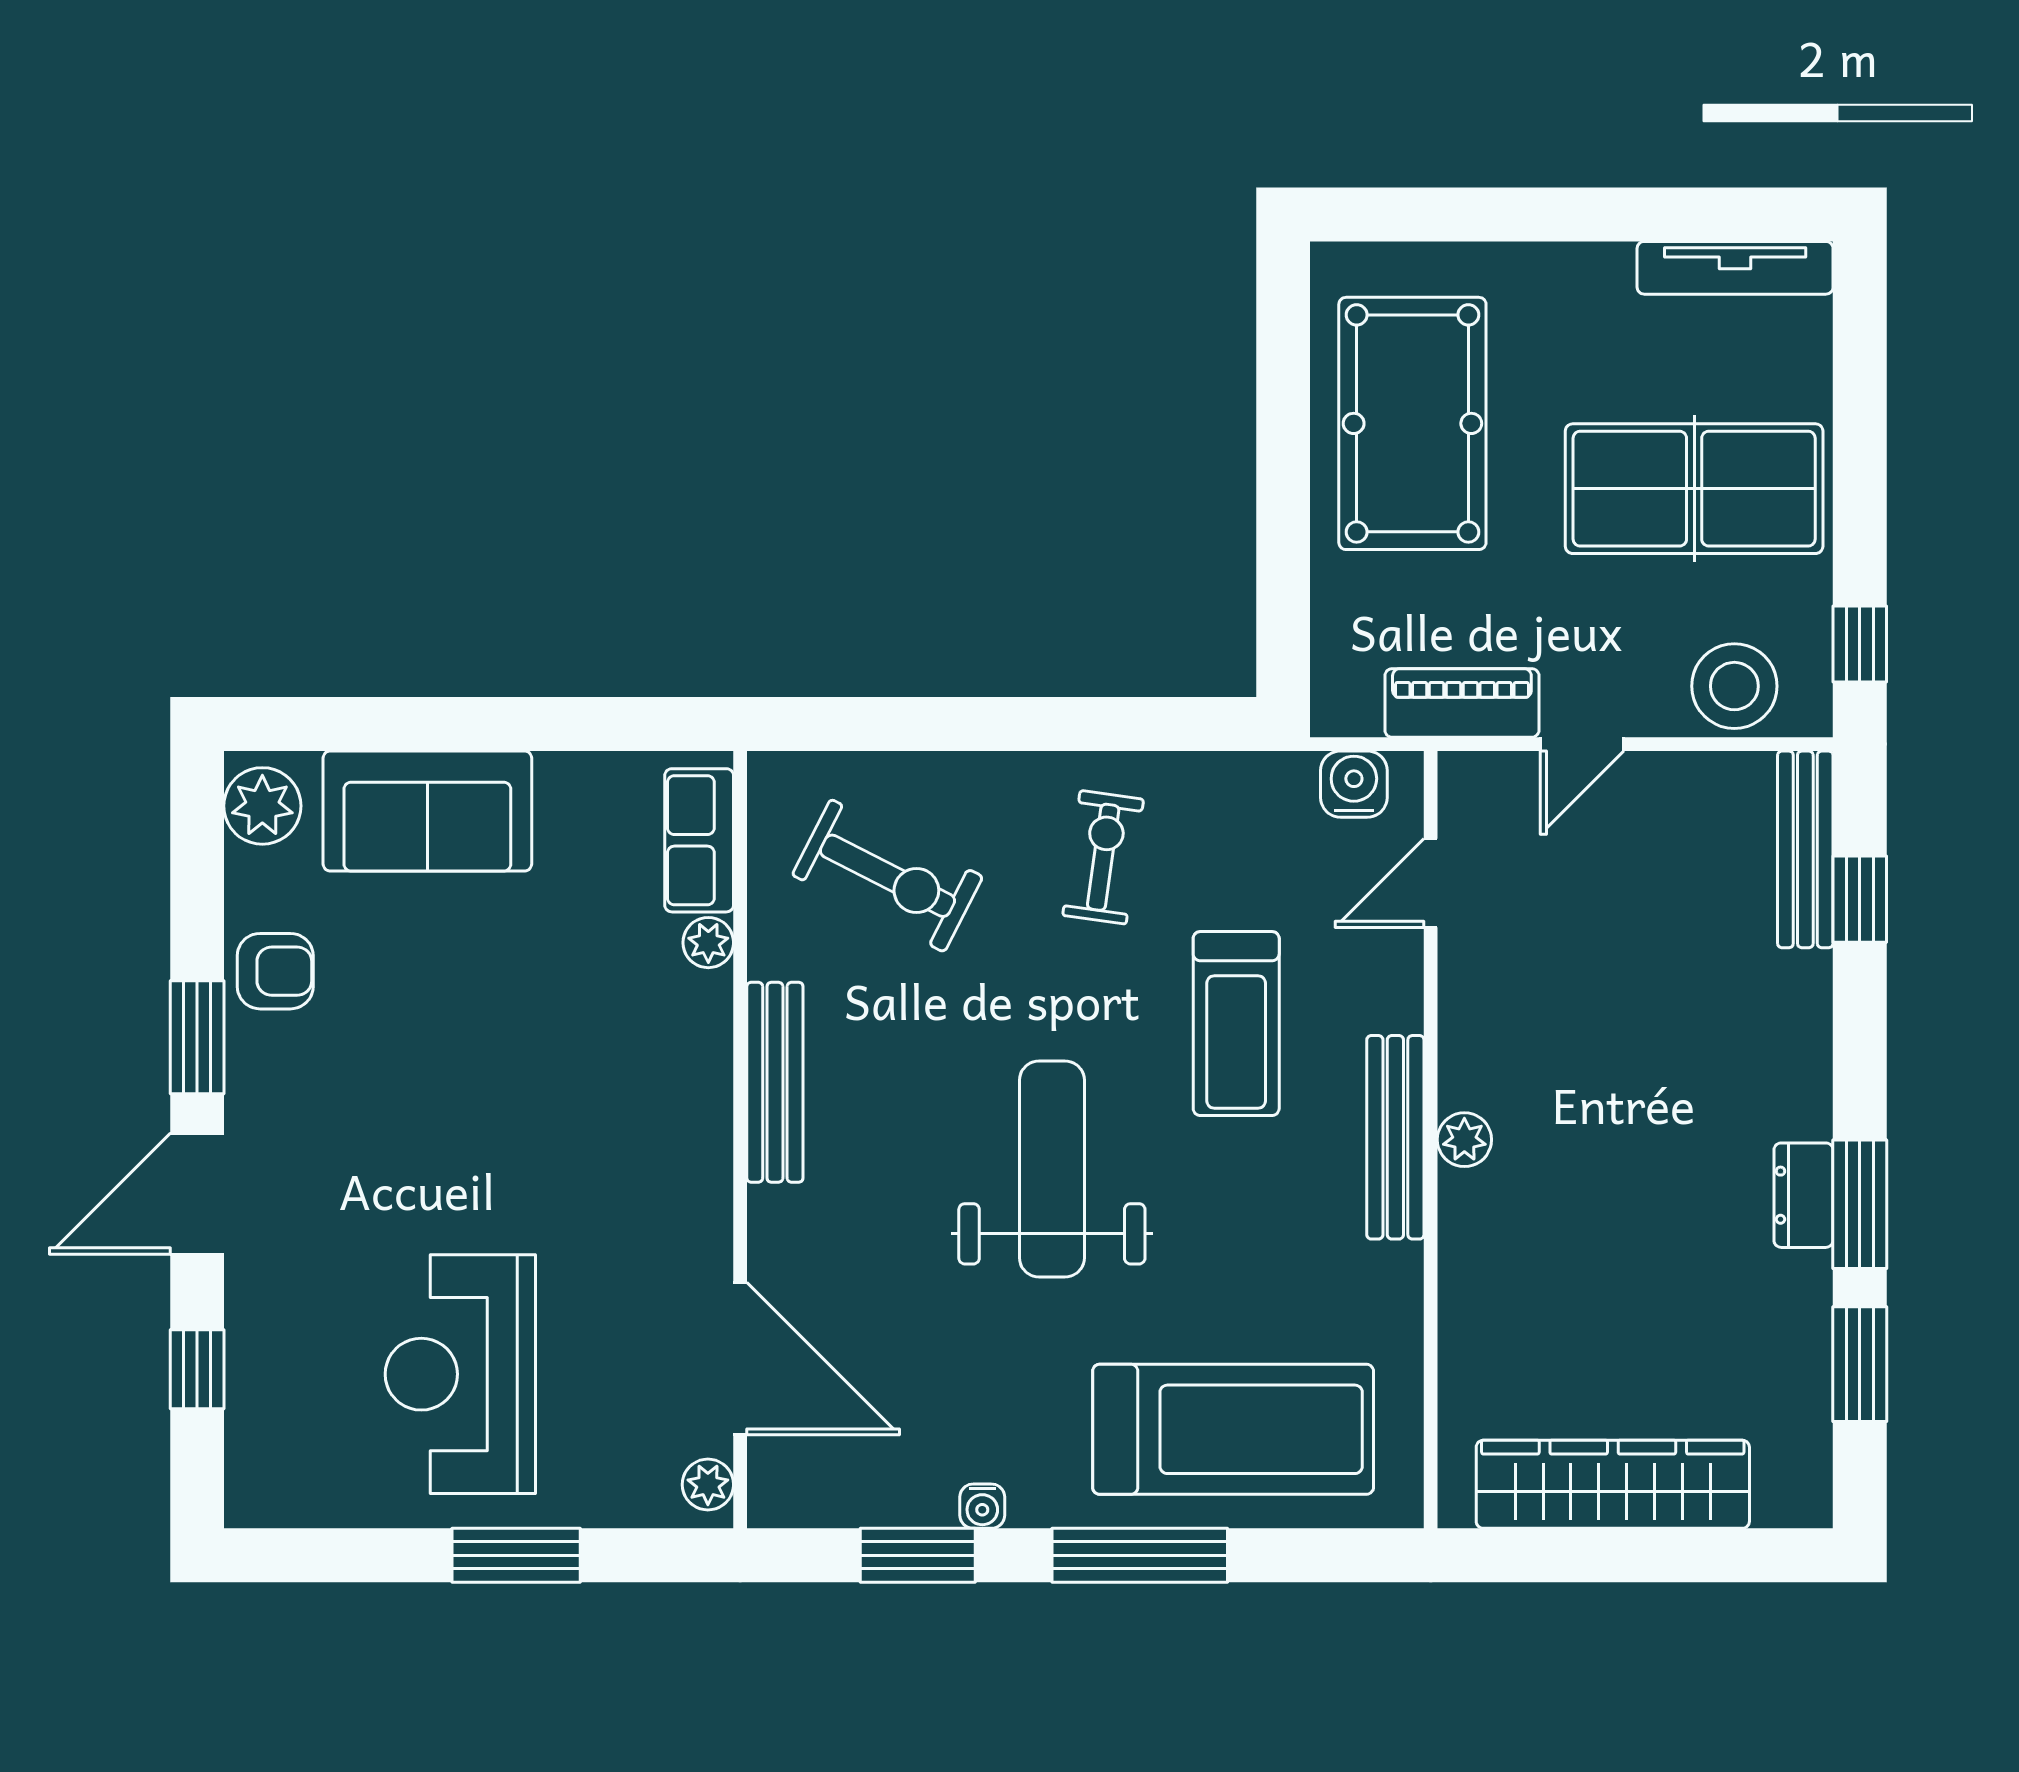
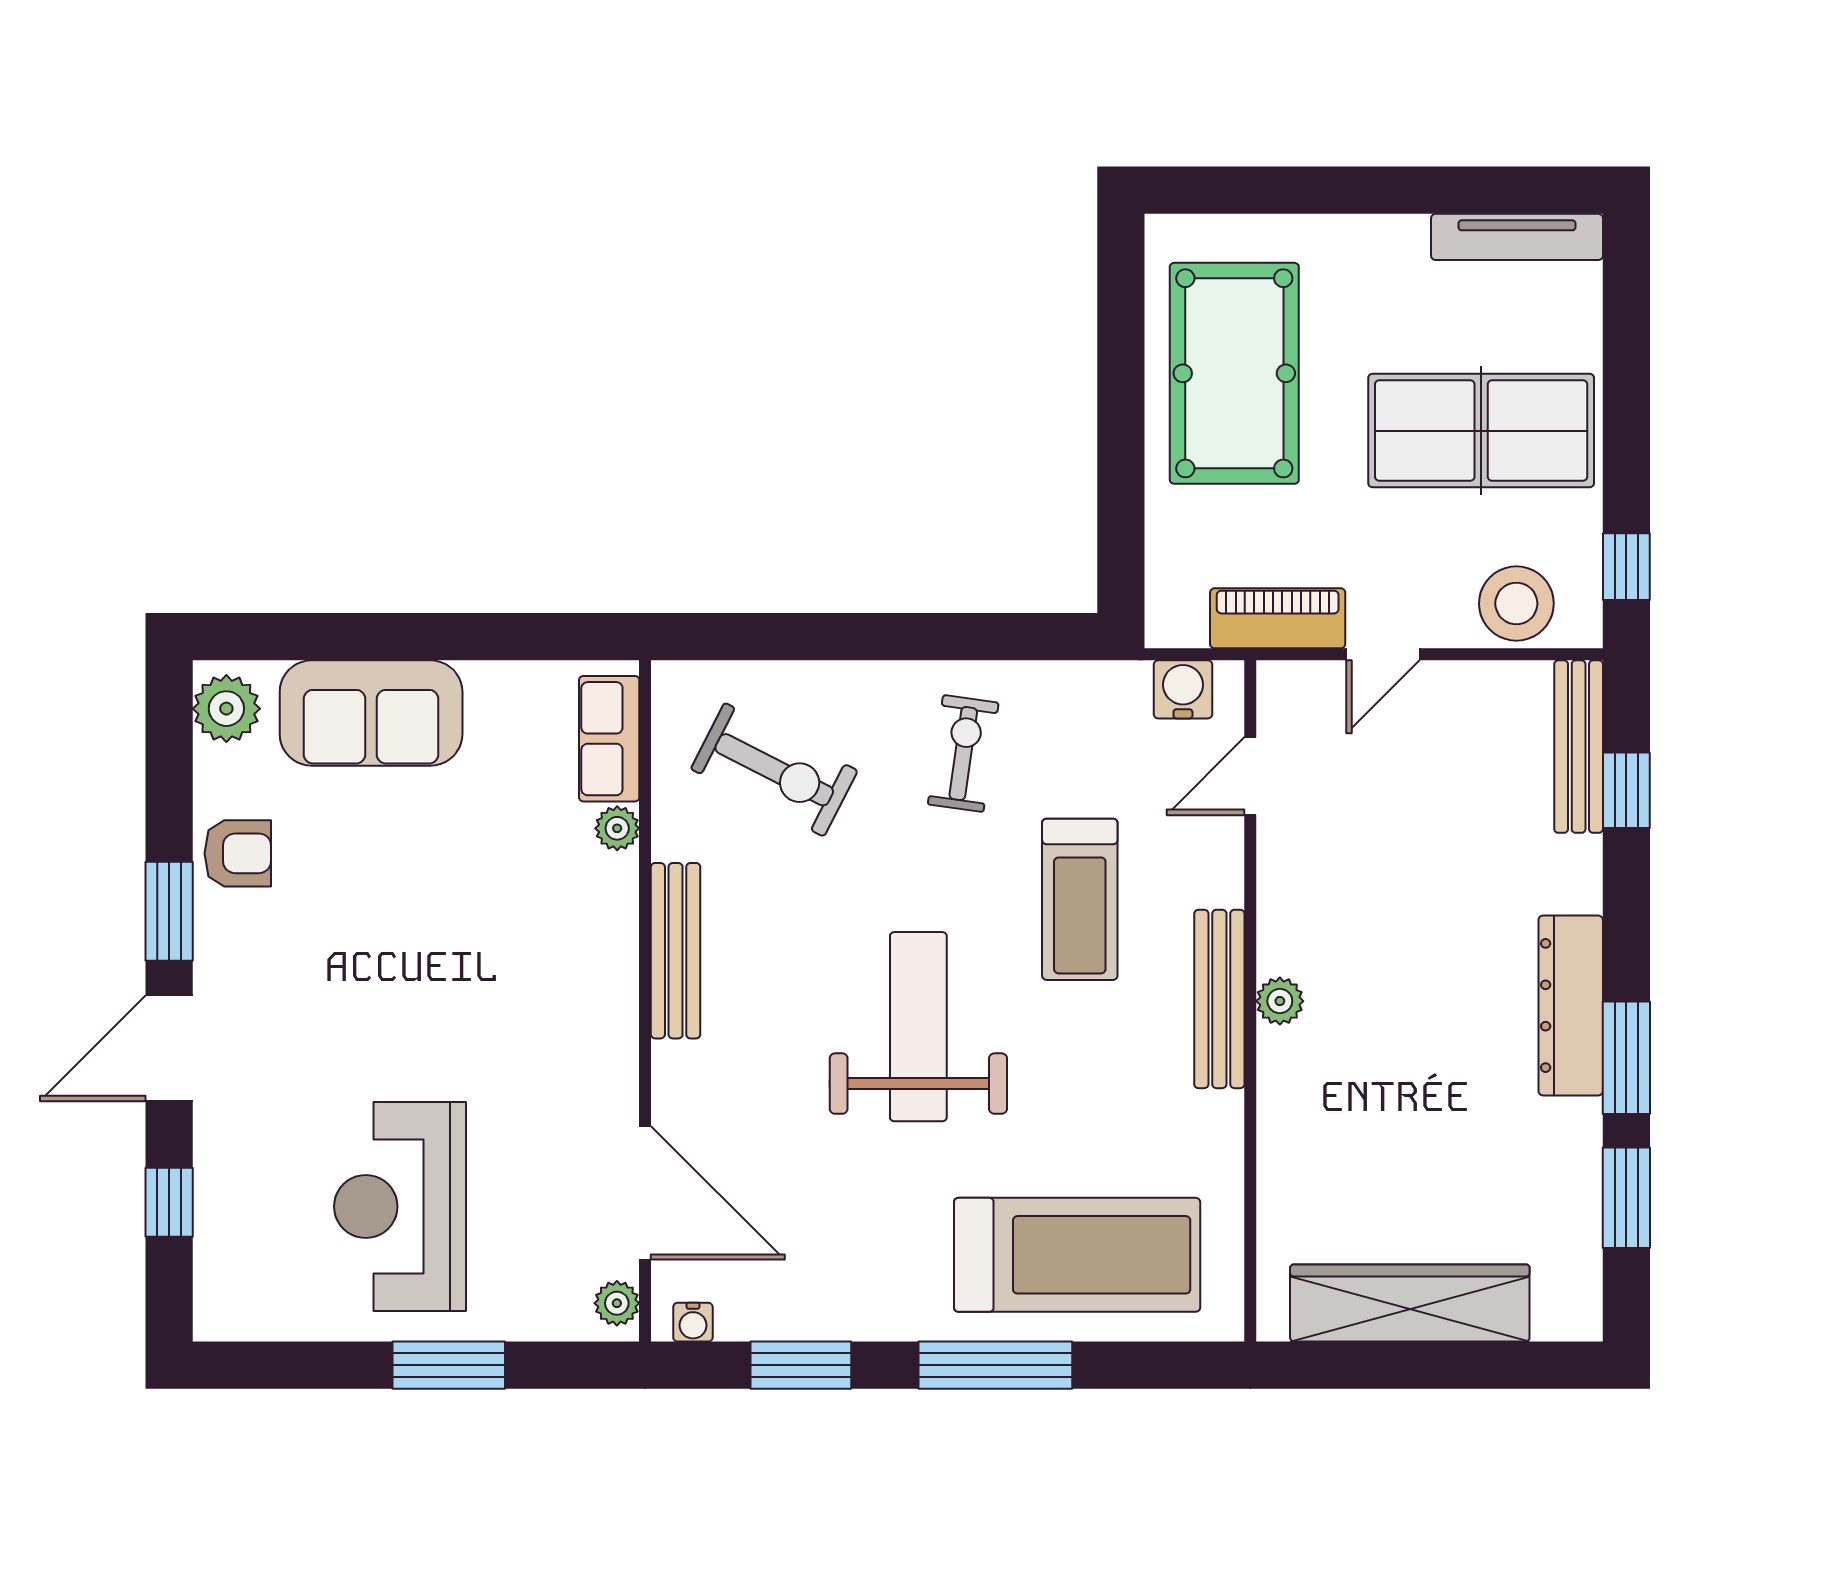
dresser: (1803, 1195) -> (1571, 1006), width x1.96, depth x1.24
water cooler: (982, 1506) -> (693, 1322), moved

